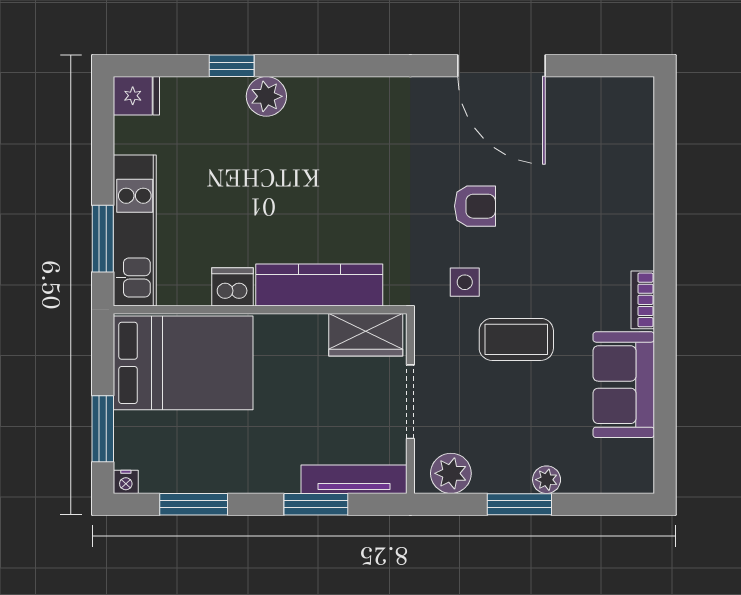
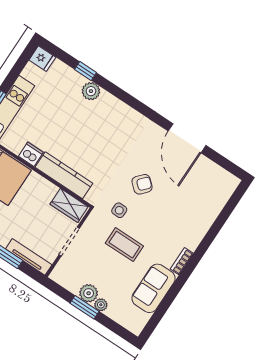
armchair: (475, 206) -> (142, 184), turned -48
plant: (451, 473) -> (89, 293), moved

